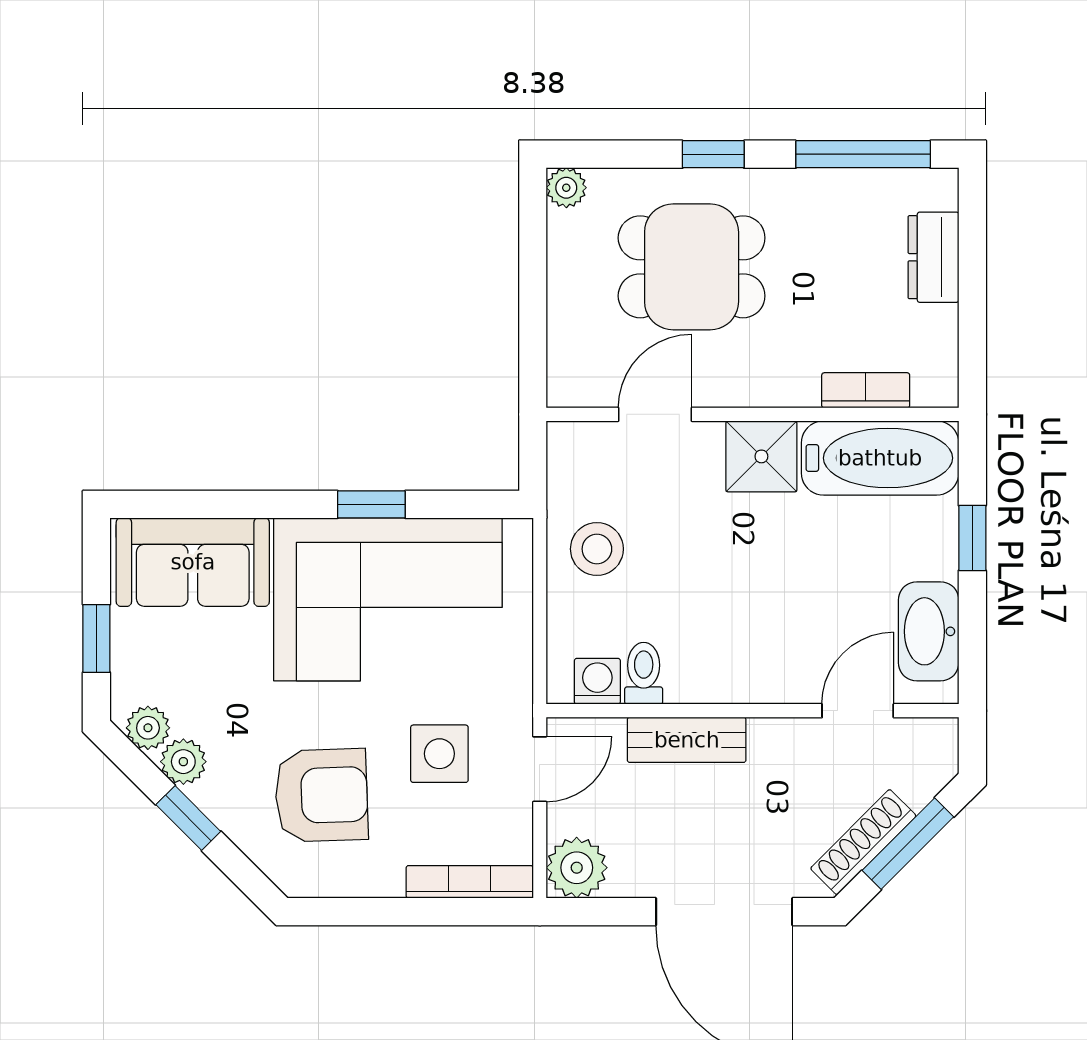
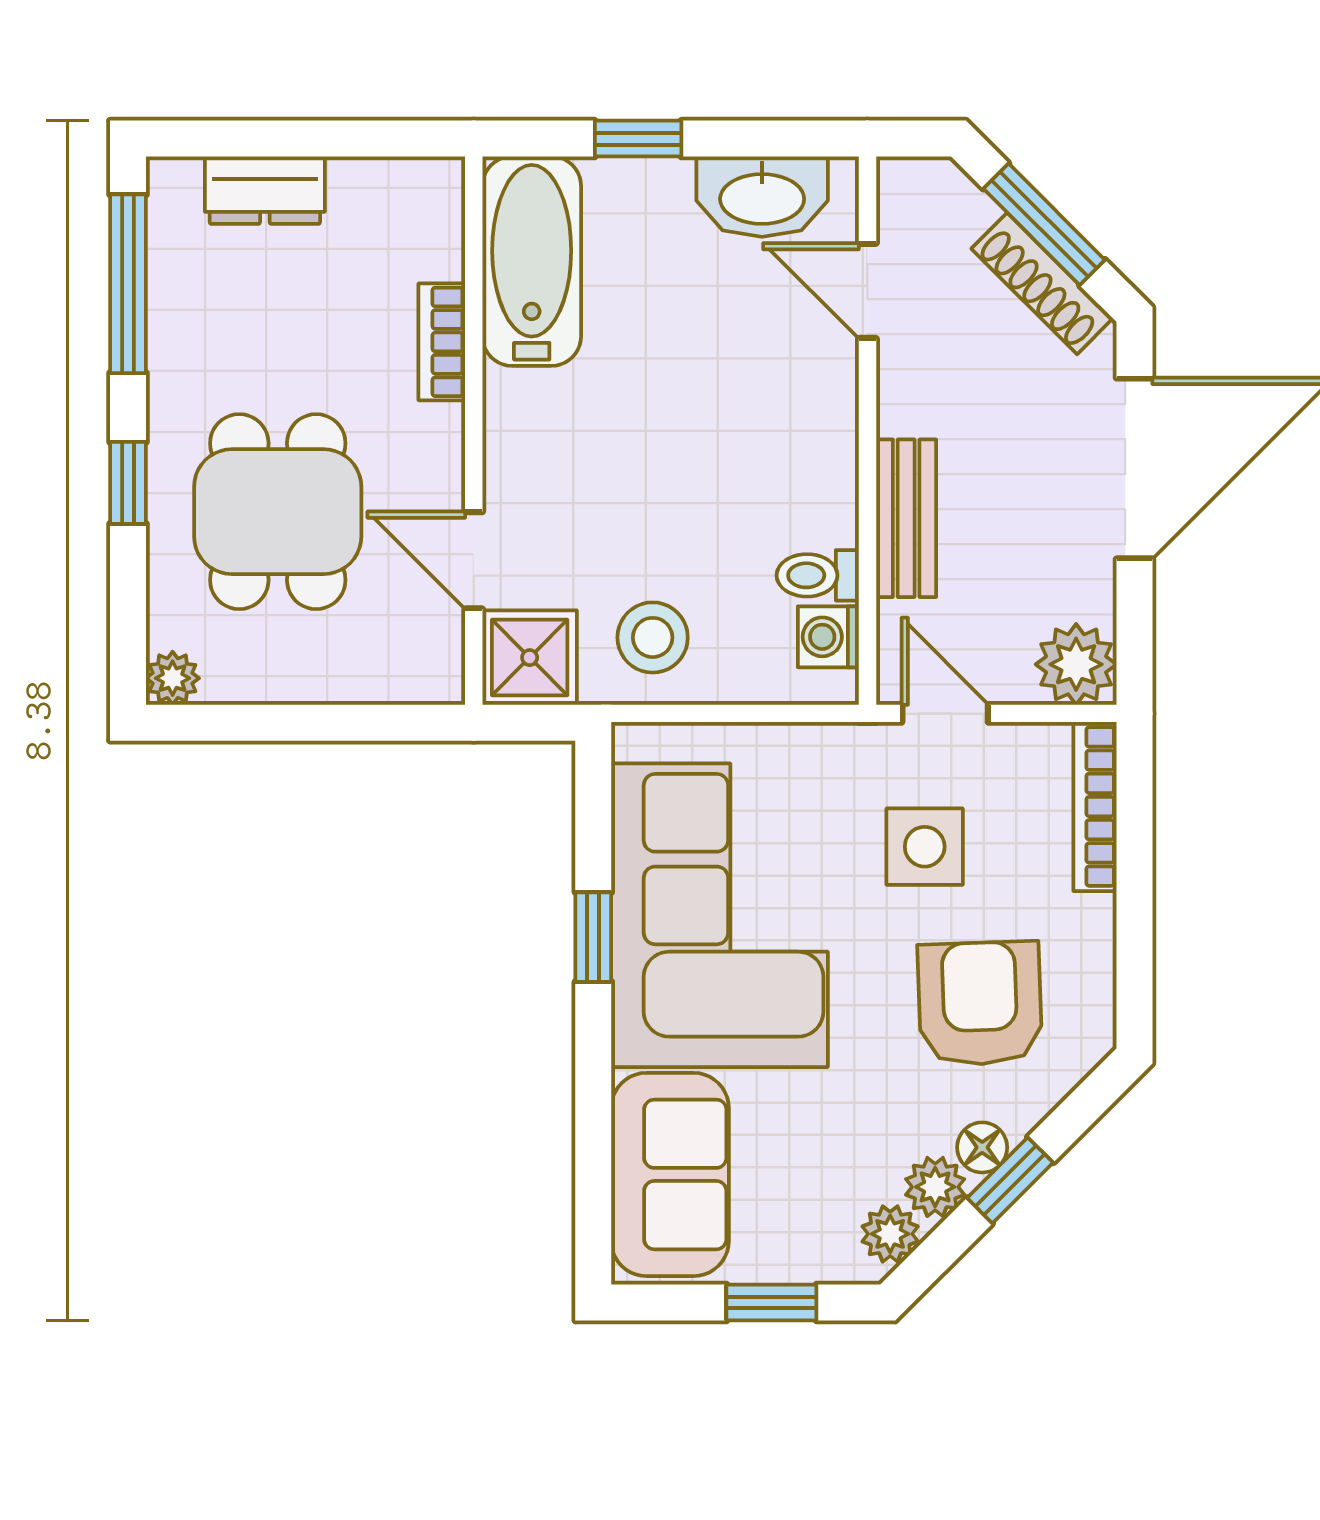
bookcase: (866, 390) -> (442, 342), moved
shower: (761, 456) -> (530, 658), moved
floor lamp: (213, 797) -> (982, 1147), added

